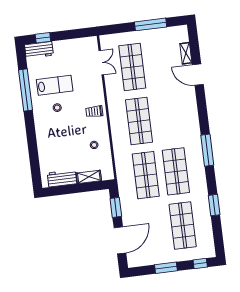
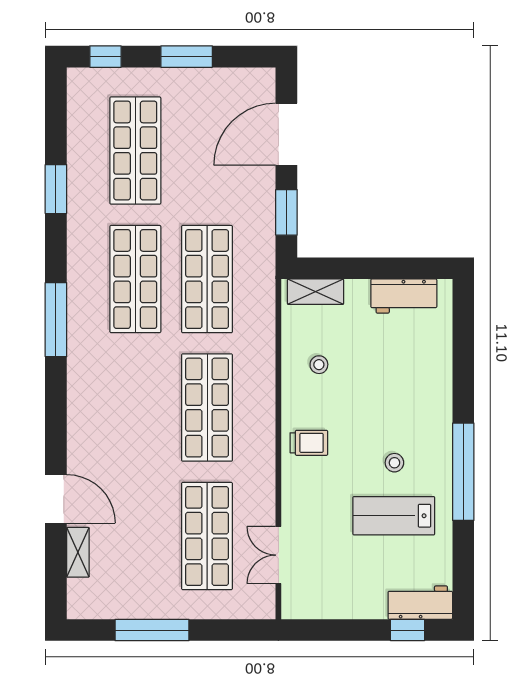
window: (26, 90) -> (463, 472), moved
shelving: (89, 177) -> (316, 292), moved

